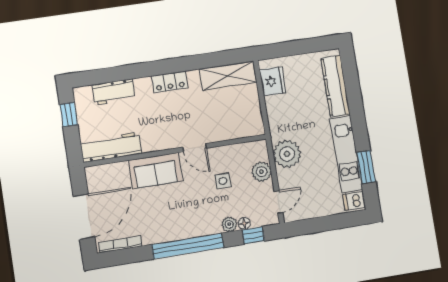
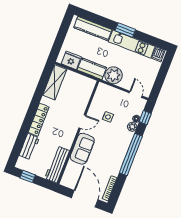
locker: (170, 82) -> (39, 120), width x1.53
kitchen counter: (278, 117) -> (92, 69), added
window: (366, 167) -> (125, 30), moved
plant: (261, 172) -> (115, 94), removed

